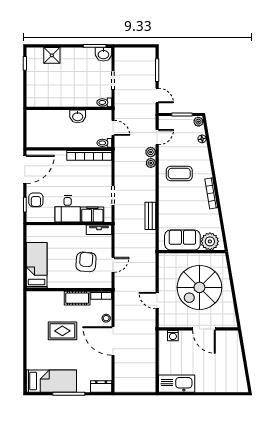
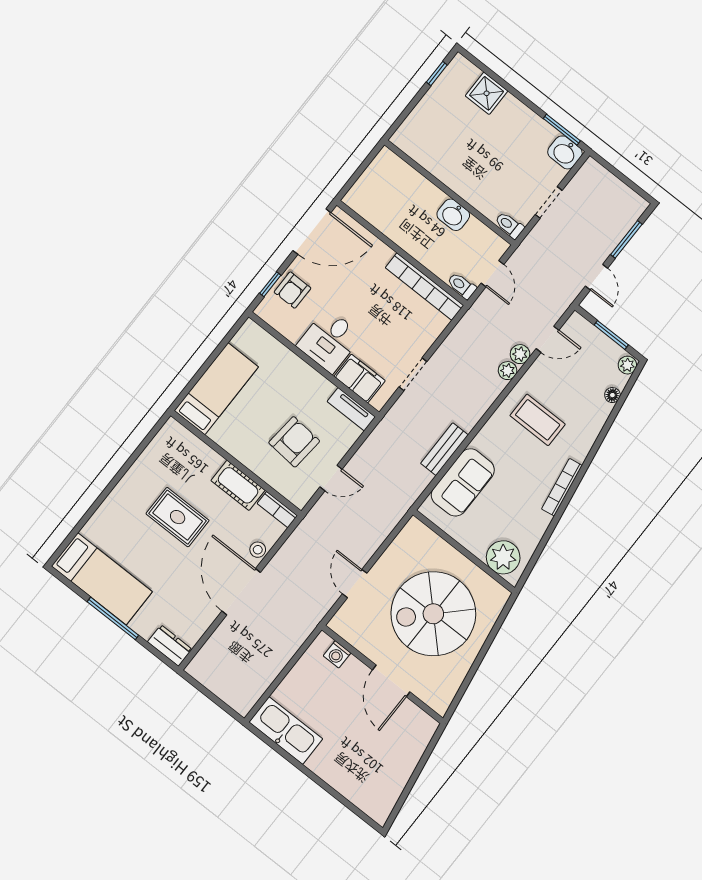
sofa: (182, 240) -> (463, 482), moved, turned 90

